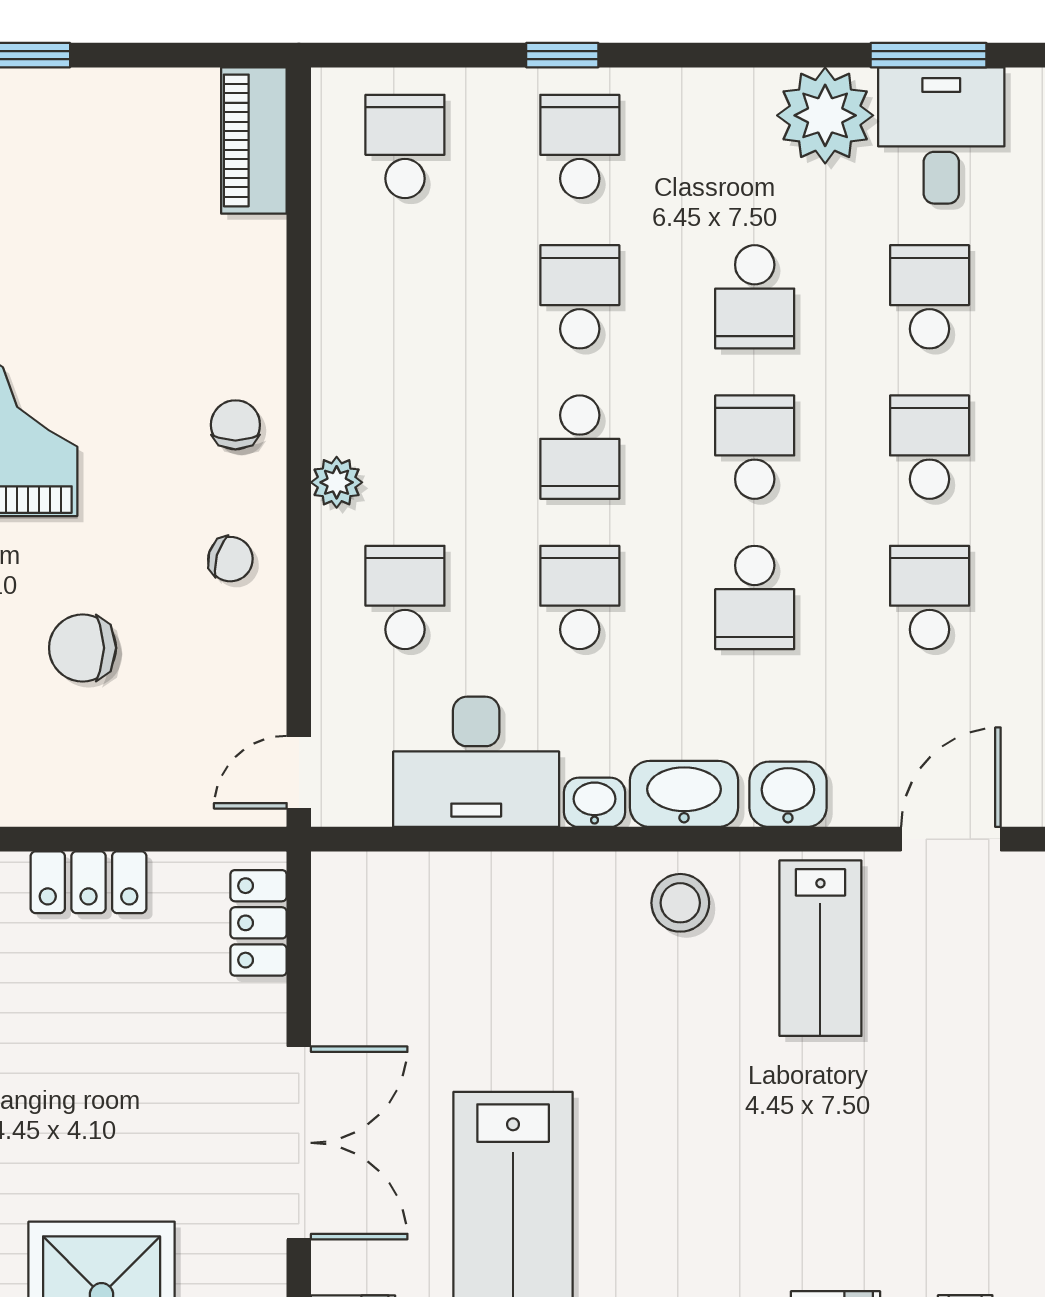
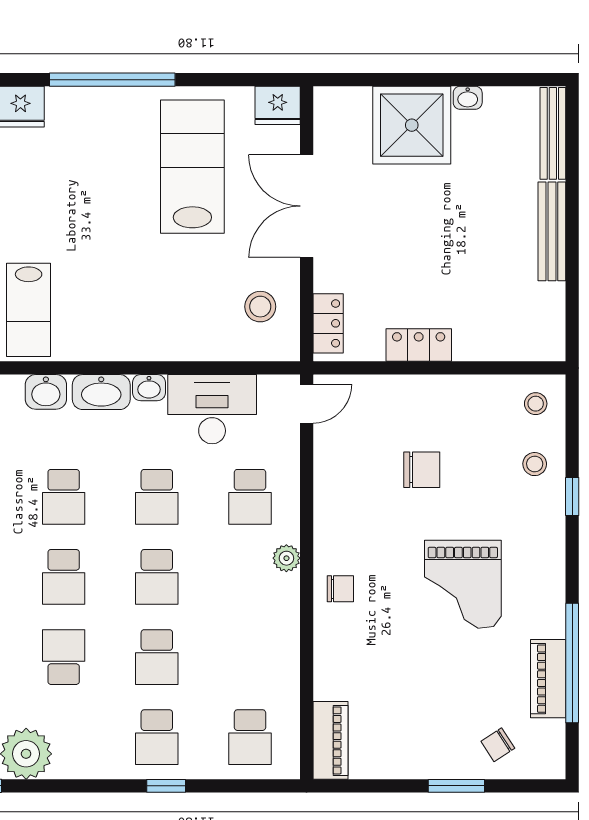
chair: (235, 425) -> (340, 589), turned -90
school desk: (580, 447) -> (157, 577), turned 180
chair: (230, 559) -> (343, 517), removed
school desk: (755, 597) -> (64, 497), turned 180
stool: (680, 903) -> (260, 307), moved
lab bench: (820, 948) -> (29, 310), turned 180

